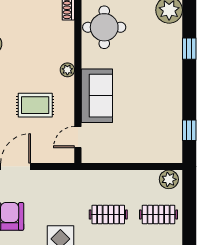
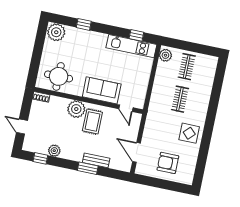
plant: (67, 70) -> (76, 109), width x1.88, depth x1.88
rug: (35, 105) -> (92, 121), moved
kitchen unit: (172, 126) -> (131, 46), added

